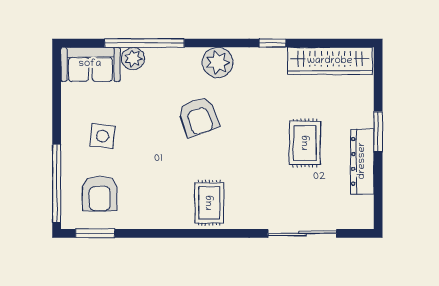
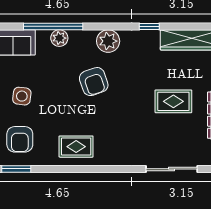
plant: (133, 59) -> (59, 38), moved
rug: (305, 143) -> (173, 101), turned 90
rug: (209, 203) -> (76, 147), moved, turned 90

